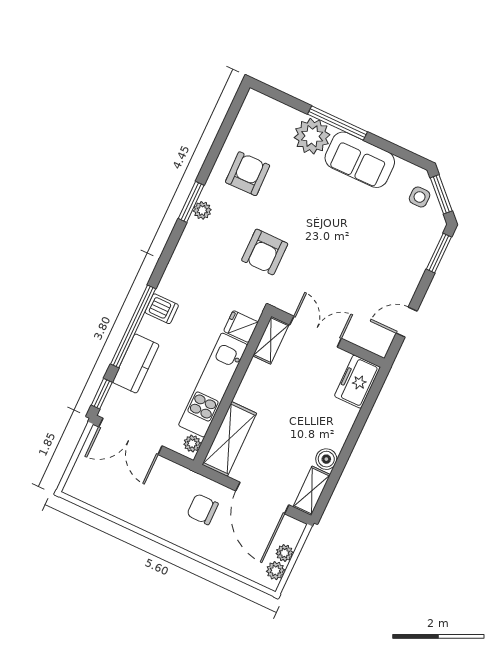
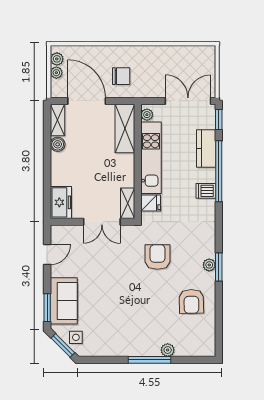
plant: (312, 136) -> (168, 350), width x0.53, depth x0.53
sofa: (360, 160) -> (64, 301), moved, turned 90

